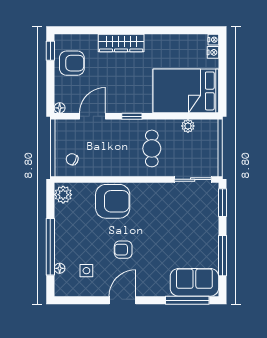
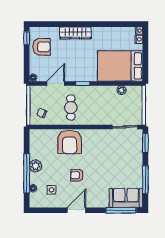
cafe table: (152, 148) -> (71, 108), moved
plant: (63, 195) -> (35, 166), moved
armchair: (113, 201) -> (70, 142), turned 90

